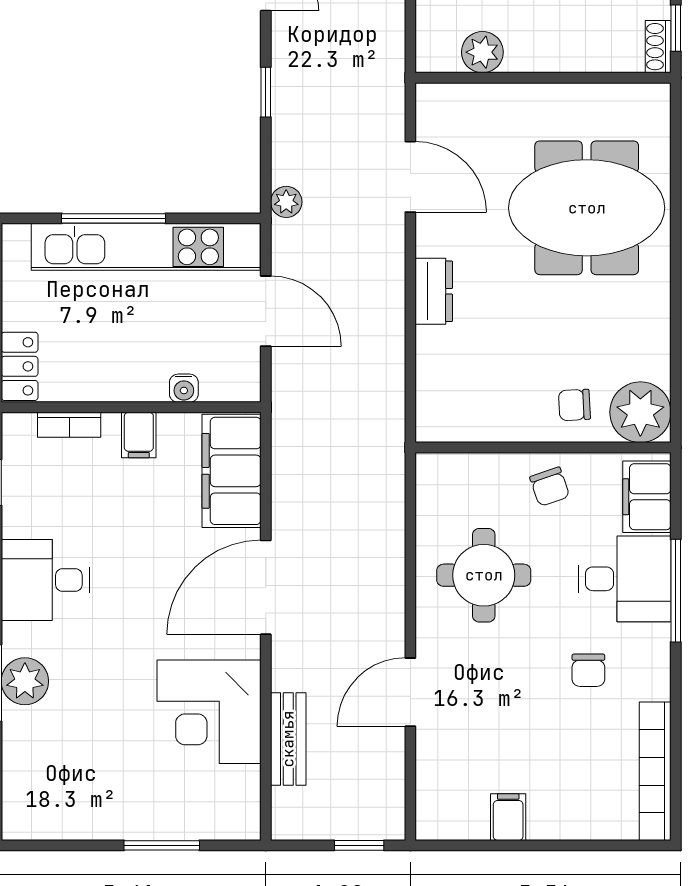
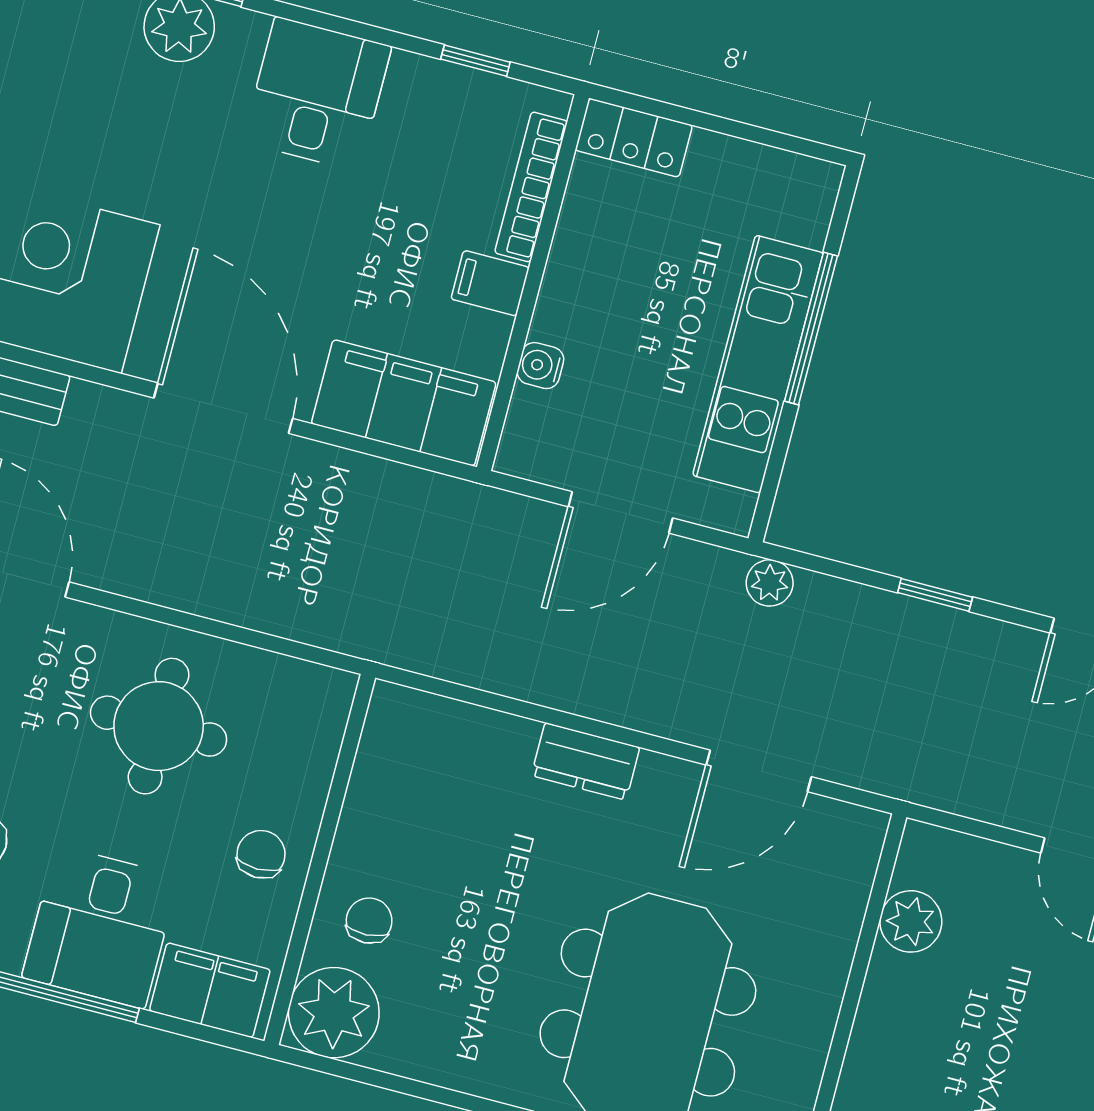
kitchen unit: (146, 247) -> (758, 364), width x0.73
bookcase: (69, 425) -> (531, 187), width x1.56
chair: (550, 487) -> (261, 854), turned 109

